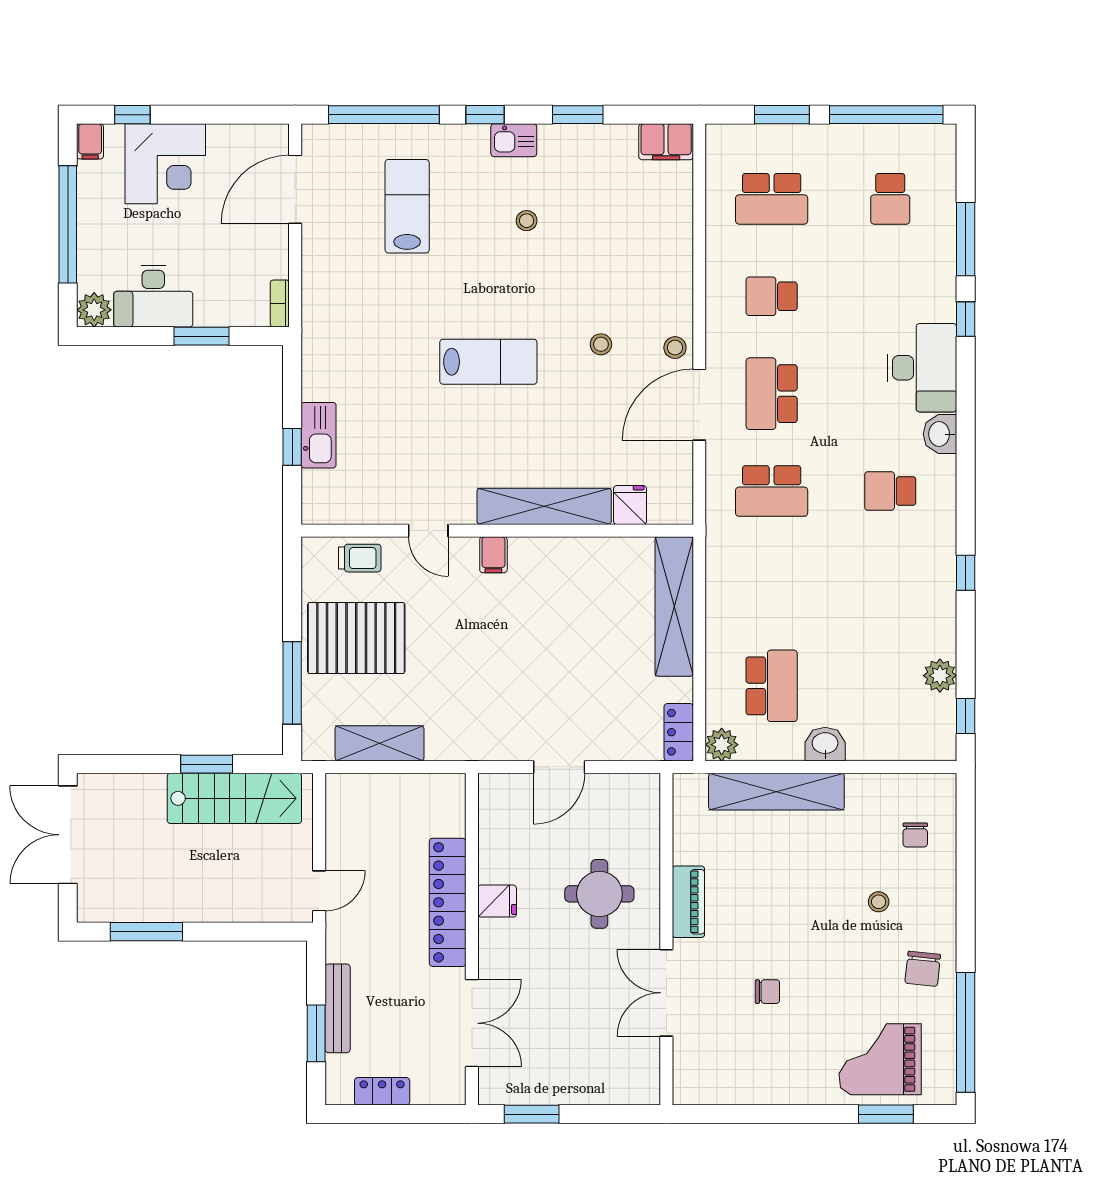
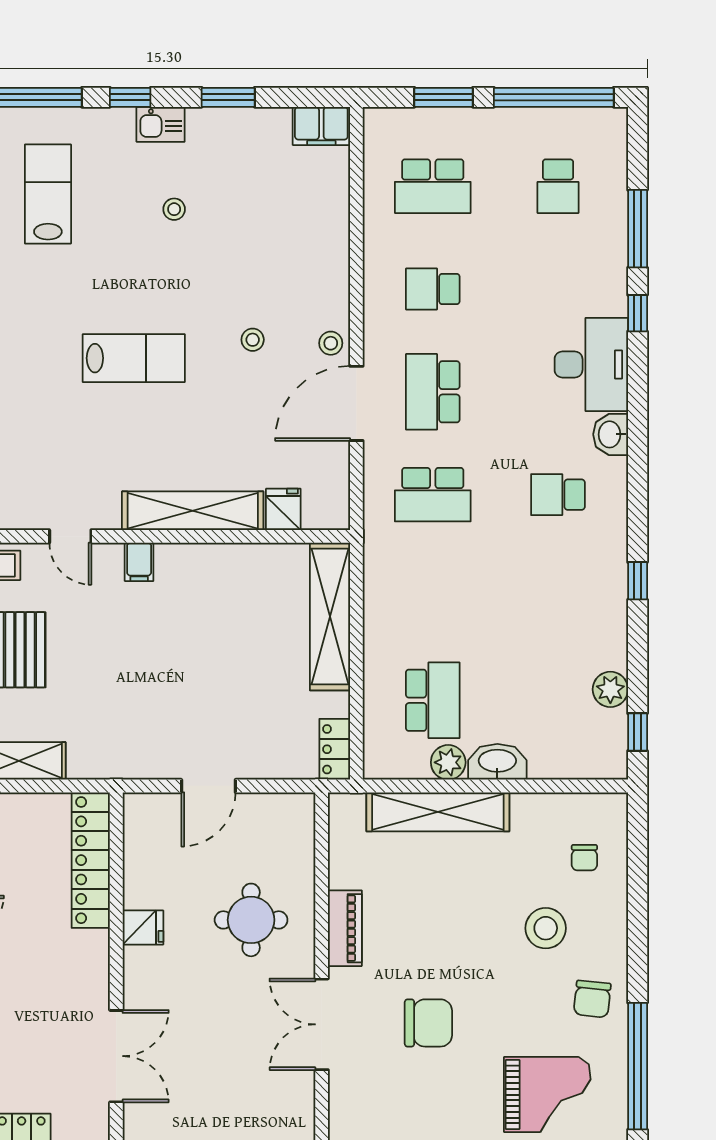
washbasin: (825, 744) -> (497, 762), width x1.38
plant: (722, 745) -> (448, 762), moved
locker: (448, 902) -> (91, 860), moved
stool: (879, 902) -> (546, 928), width x1.89, depth x1.89
chair: (767, 992) -> (428, 1023), width x1.87, depth x1.87
grand piano: (880, 1059) -> (547, 1095), turned 180

